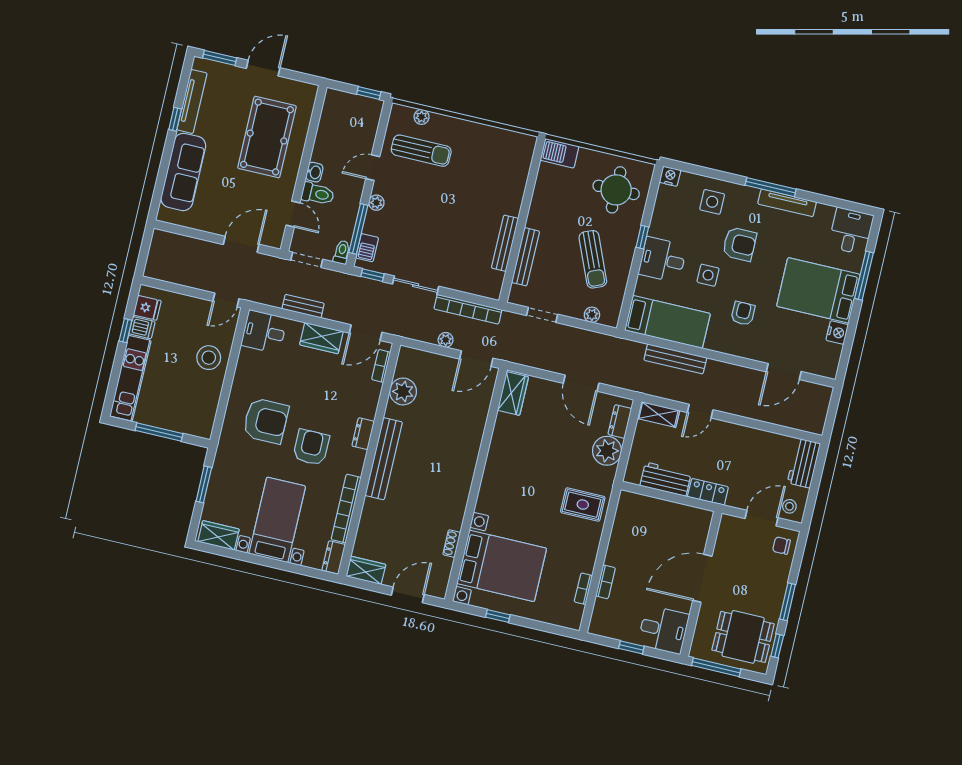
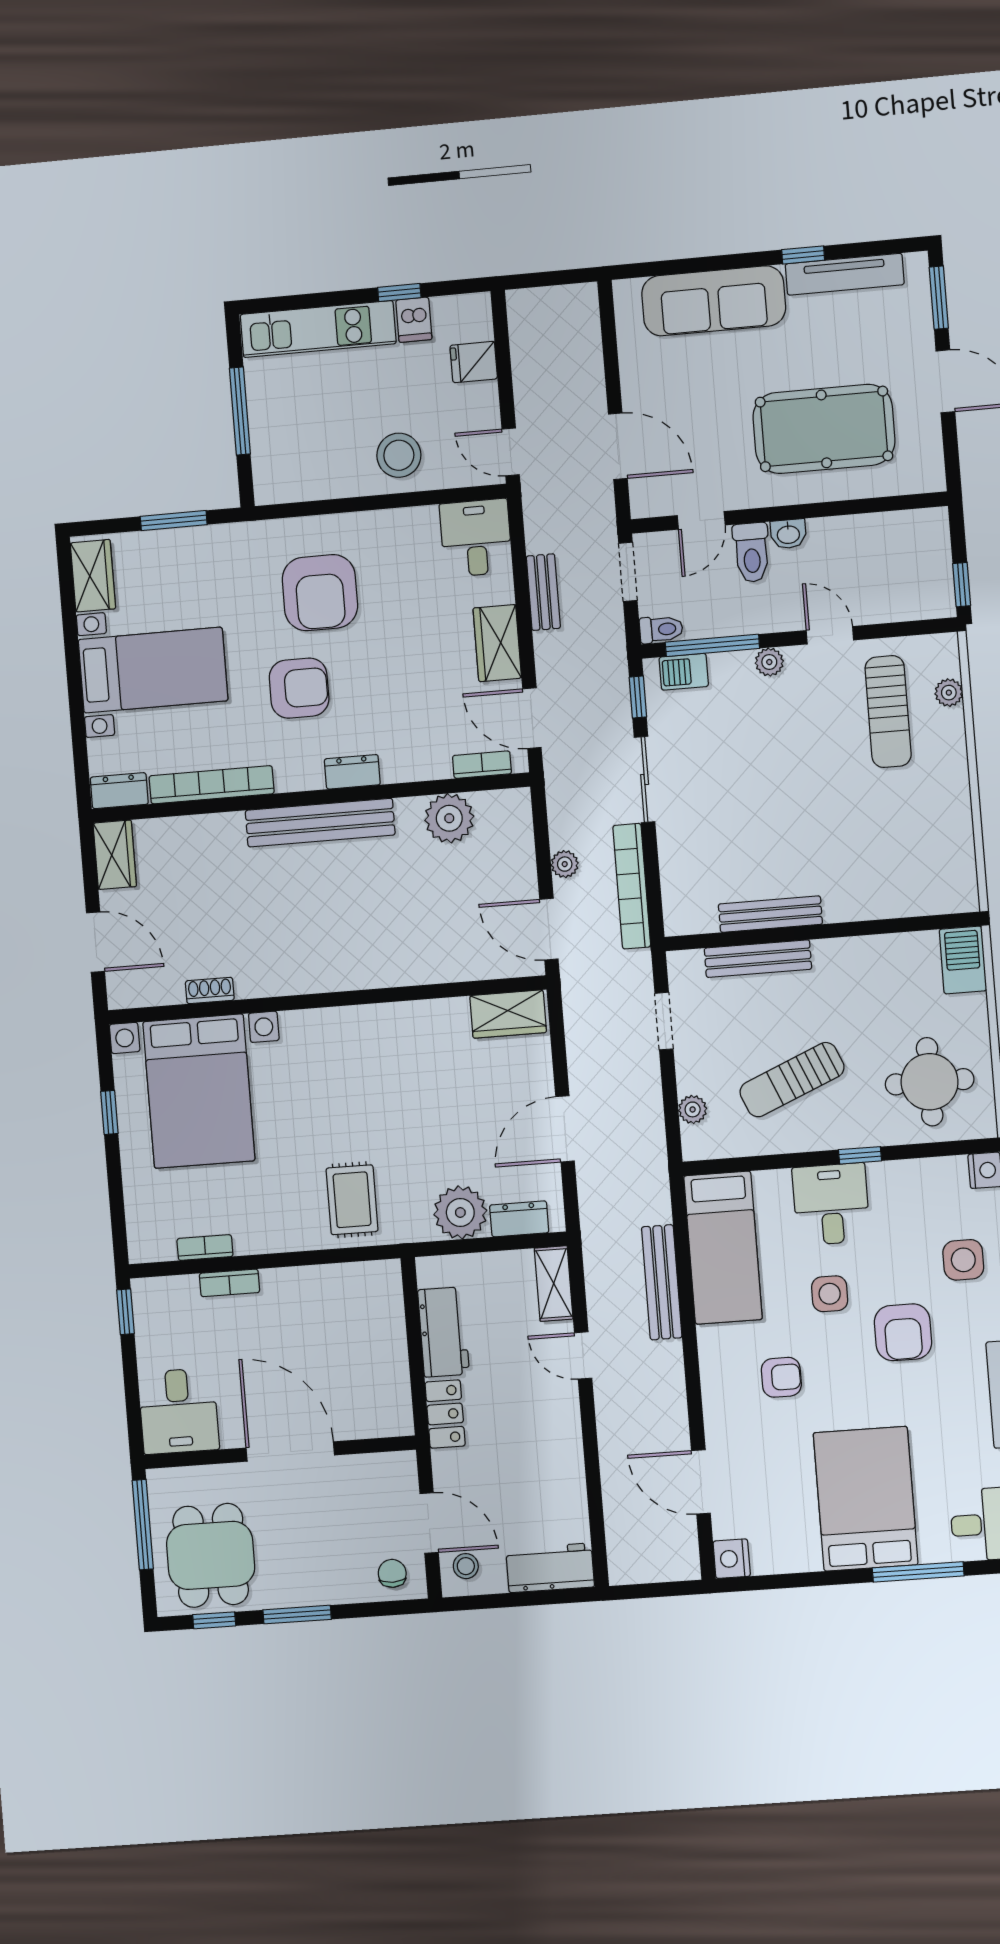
fridge: (147, 308) -> (474, 362), moved, turned 90
nightstand: (837, 332) -> (732, 1559), moved, turned 90
window: (631, 647) -> (125, 1312), moved

